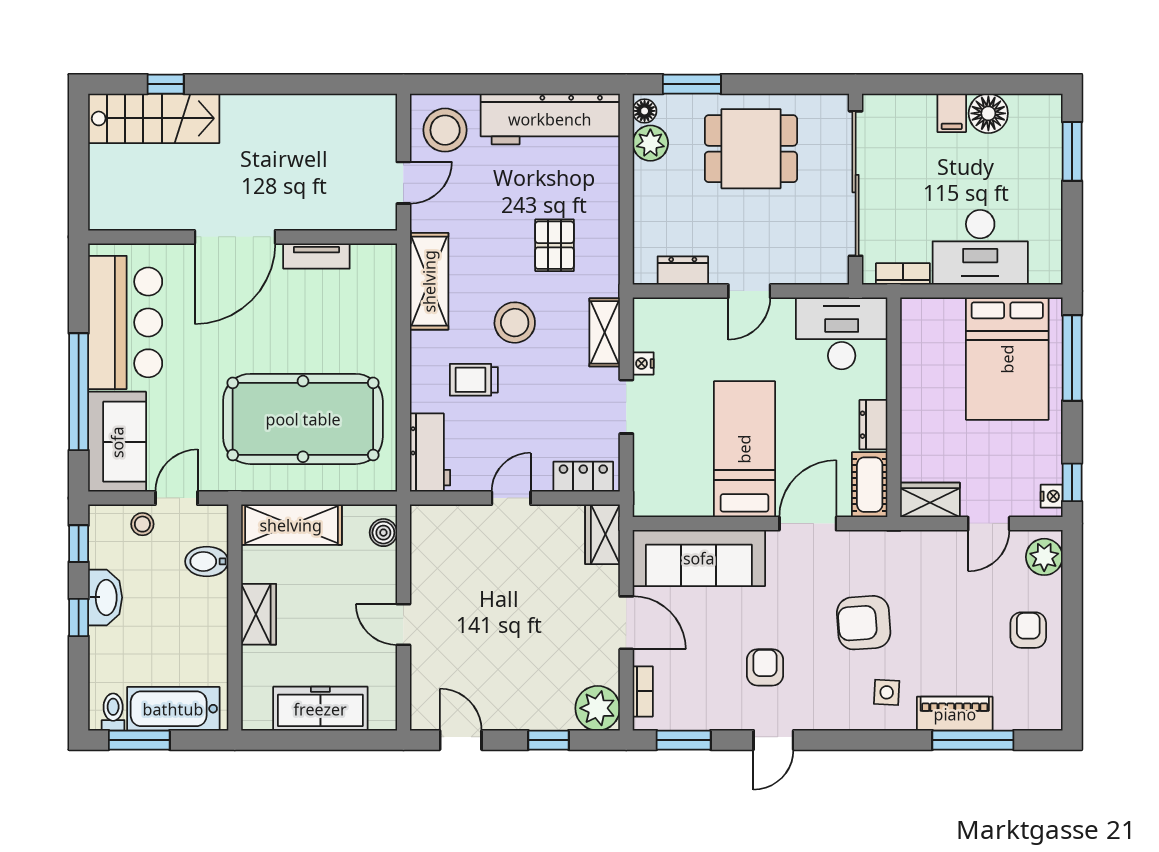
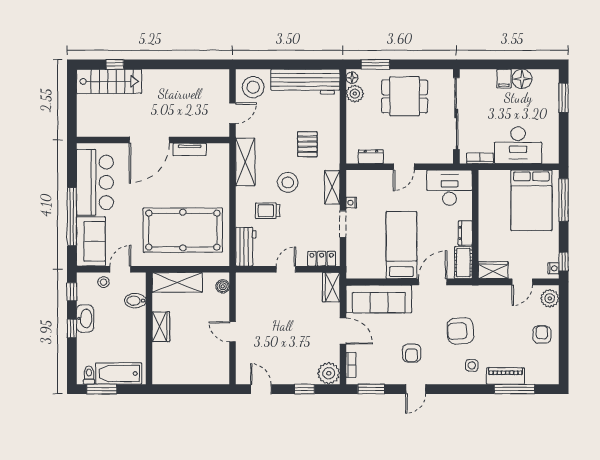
armchair: (765, 667) -> (412, 353), turned 180
freezer: (320, 709) -> (192, 373), removed

